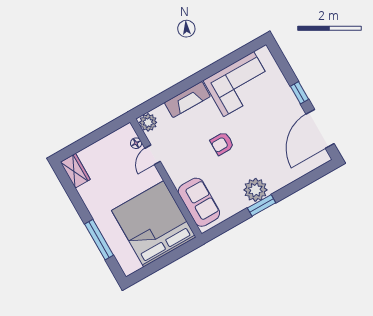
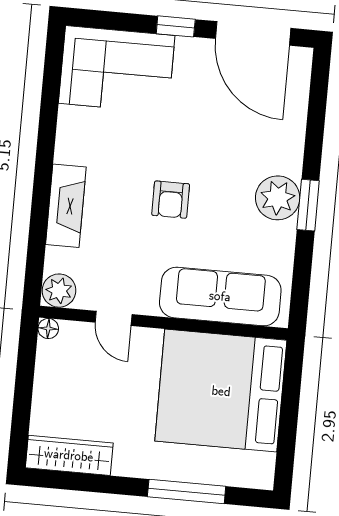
corner sofa: (239, 84) -> (117, 69), moved, turned 90
floor lamp: (136, 143) -> (48, 329), moved
wardrobe: (75, 171) -> (69, 455), width x1.50
sofa: (199, 202) -> (220, 296), width x1.36

